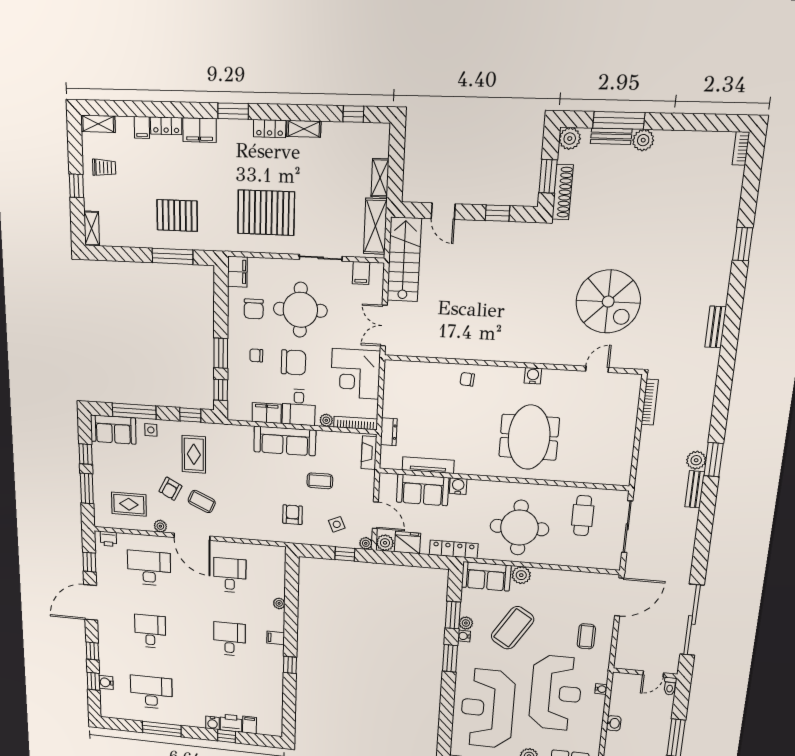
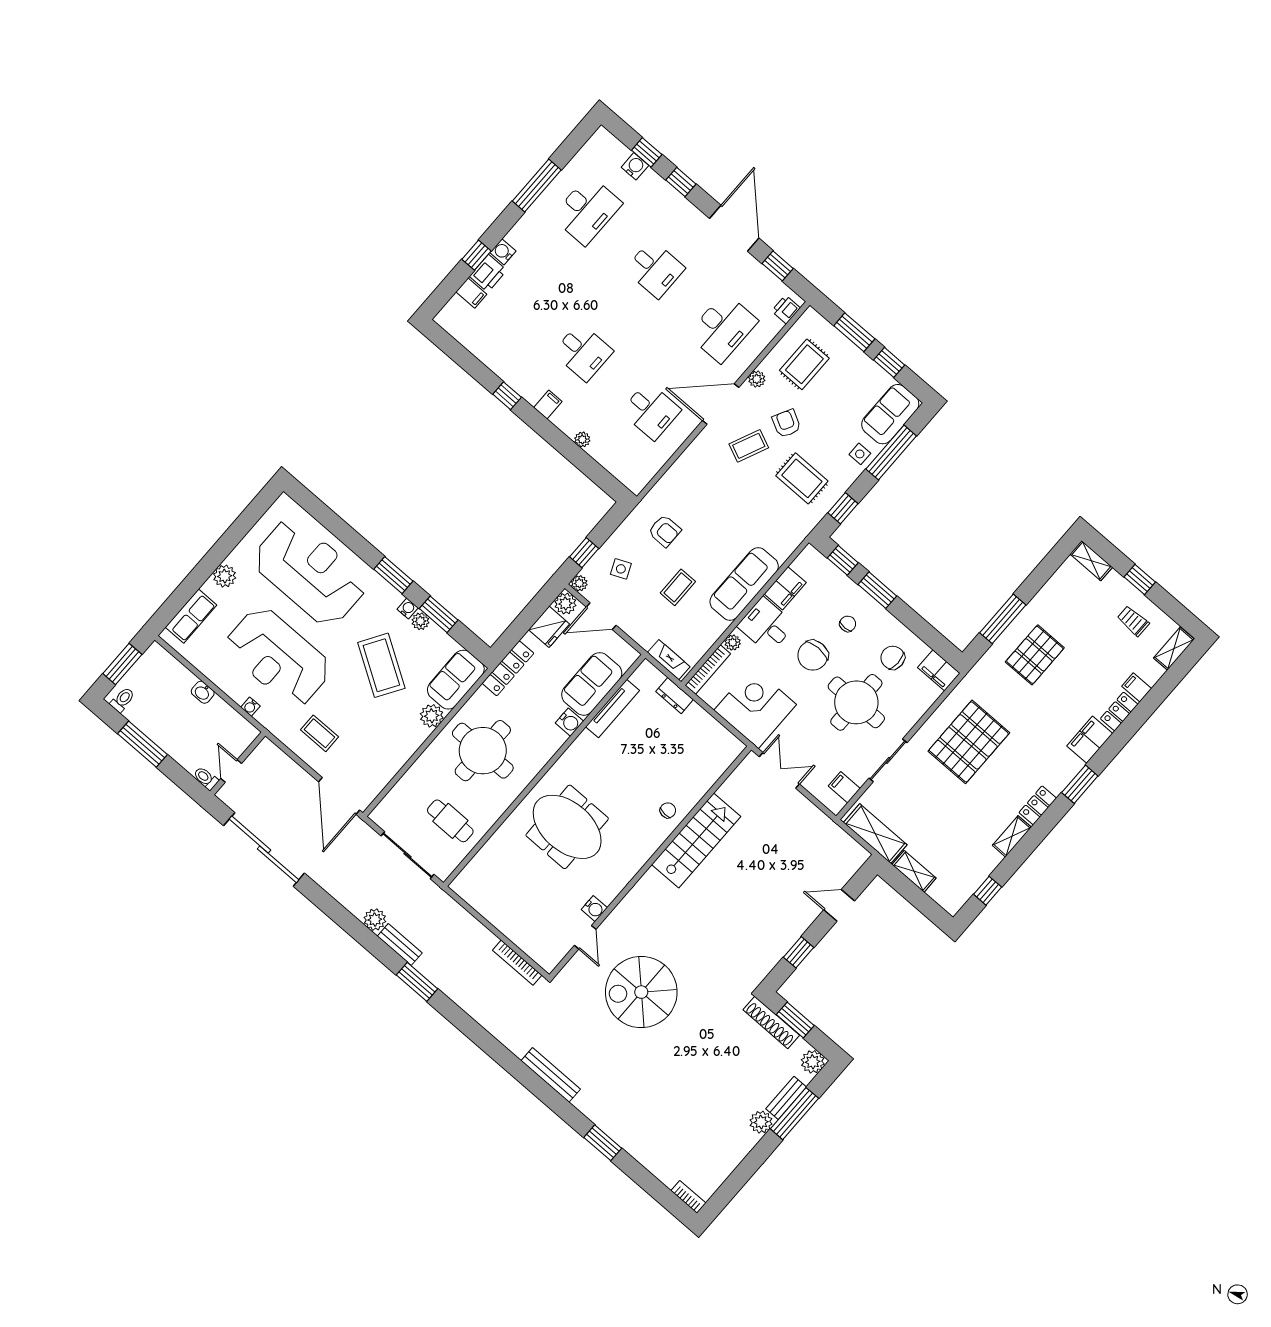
trolley: (104, 167) -> (1133, 621), turned 90
stairs: (404, 260) -> (696, 840), moved, turned -90
bench: (716, 327) -> (551, 1075), width x1.36
water cooler: (533, 376) -> (594, 909), moved
plant: (696, 460) -> (375, 920), moved

